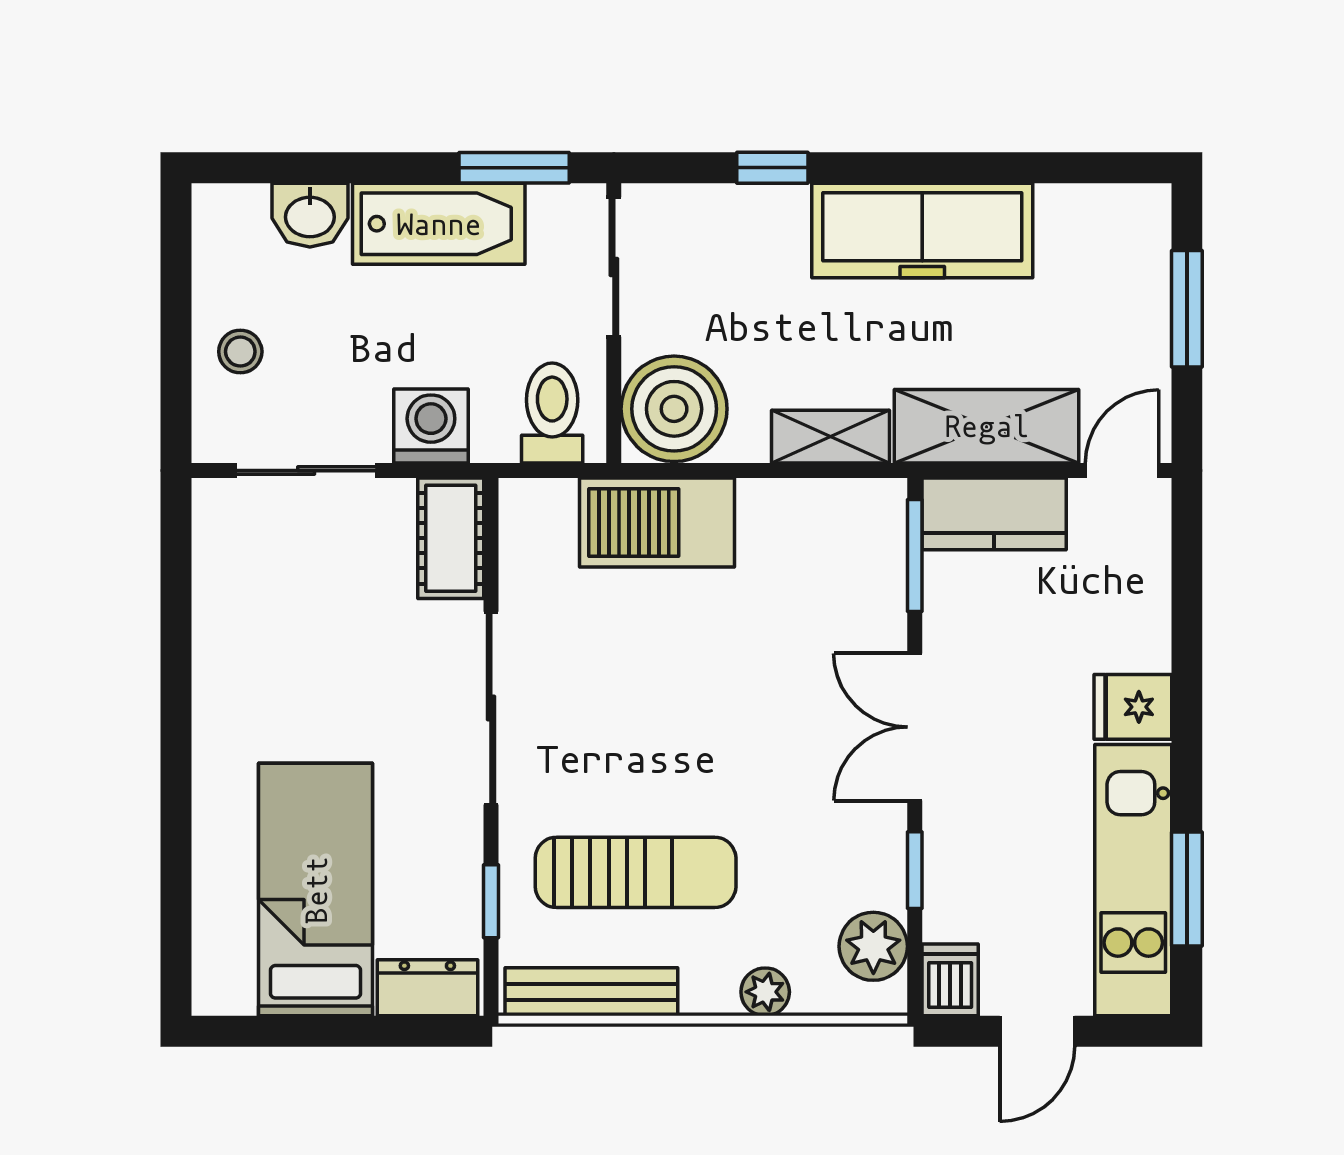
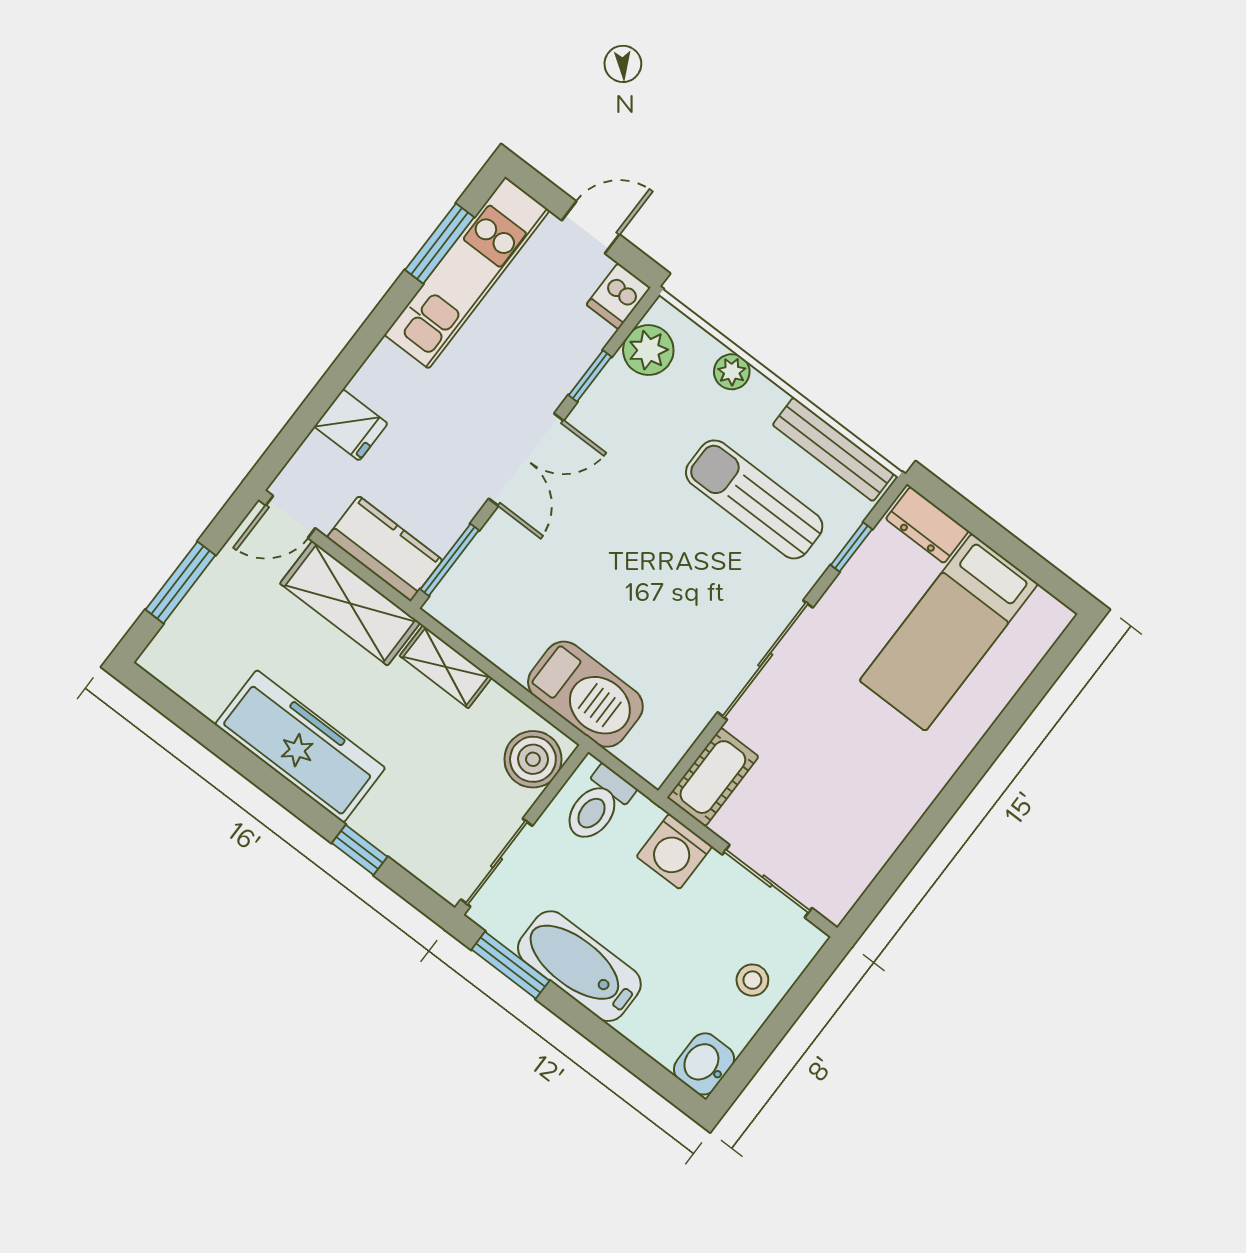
washbasin: (310, 215) -> (704, 1064), moved, turned -90
boiler: (674, 409) -> (533, 759), width x0.73, depth x0.73
fridge: (1133, 707) -> (351, 425), moved

